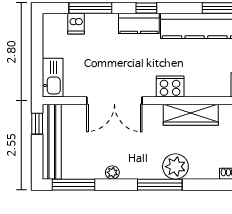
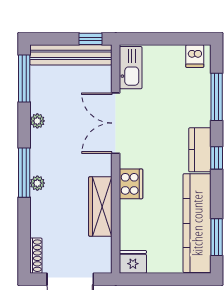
dishwasher: (76, 24) -> (195, 56), moved, turned -90
kitchen sink: (53, 78) -> (131, 68), moved, turned -90
plant: (175, 167) -> (37, 183), width x0.53, depth x0.53

